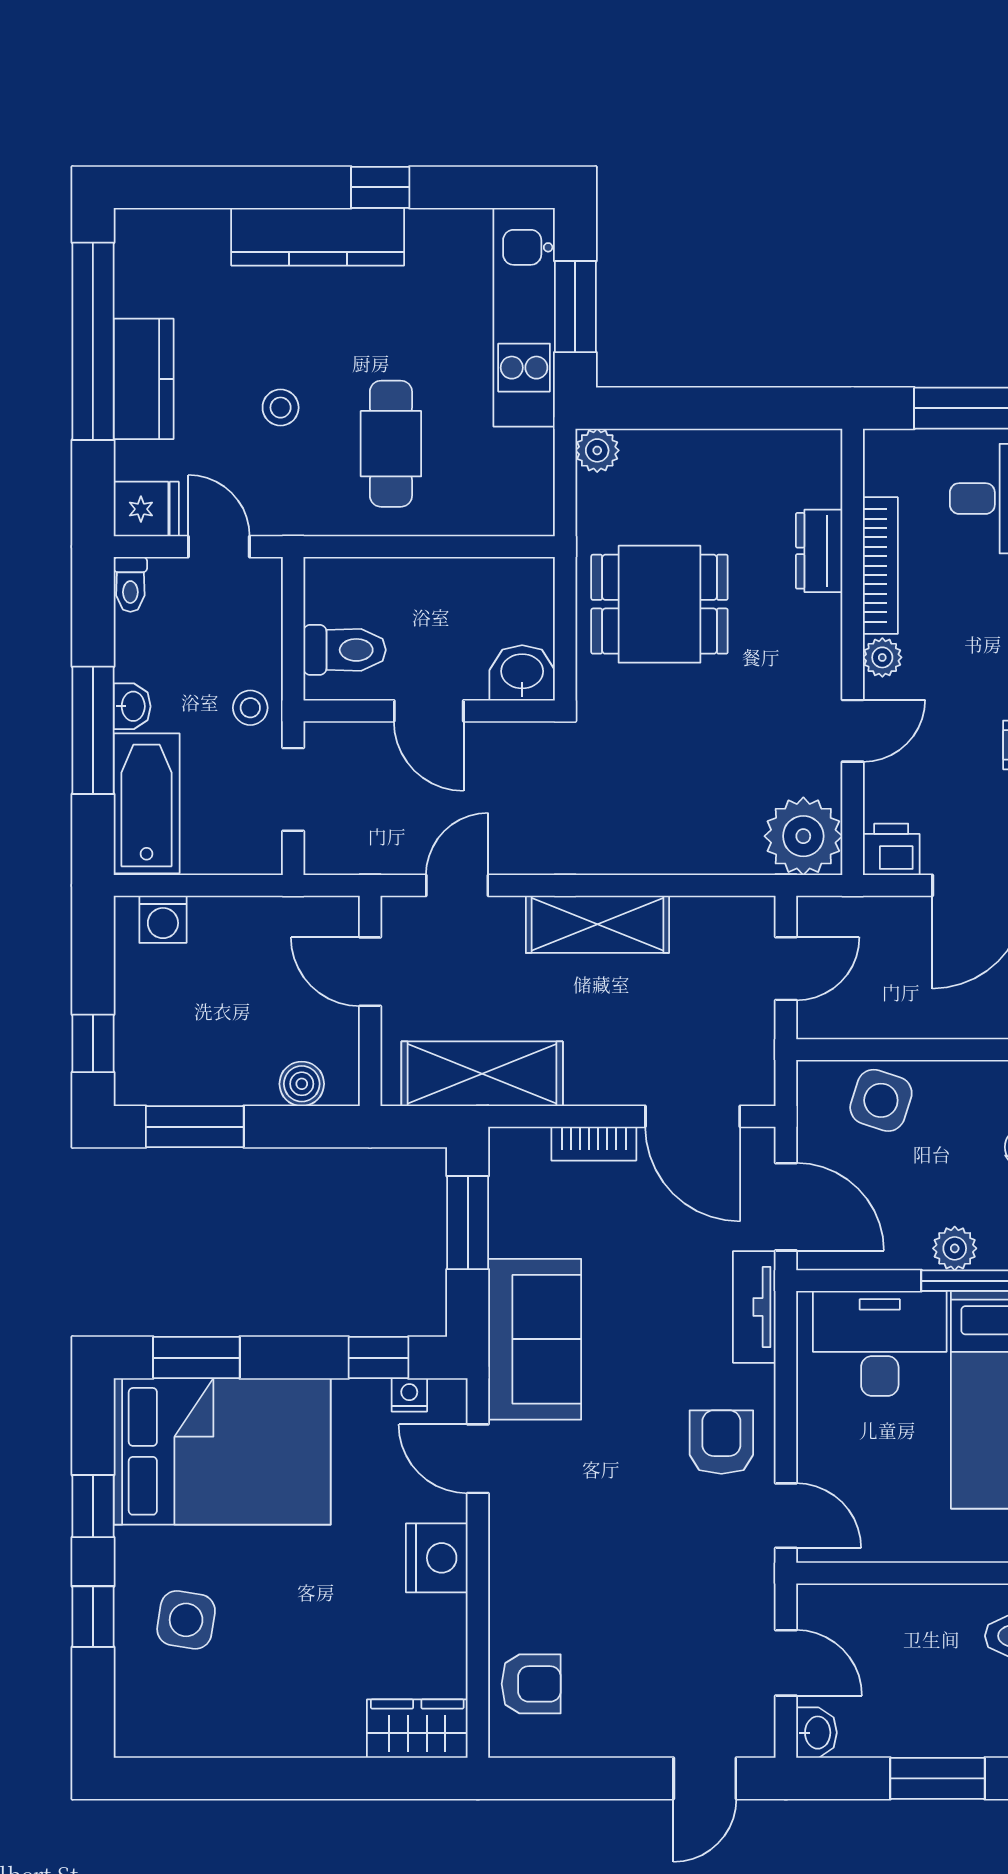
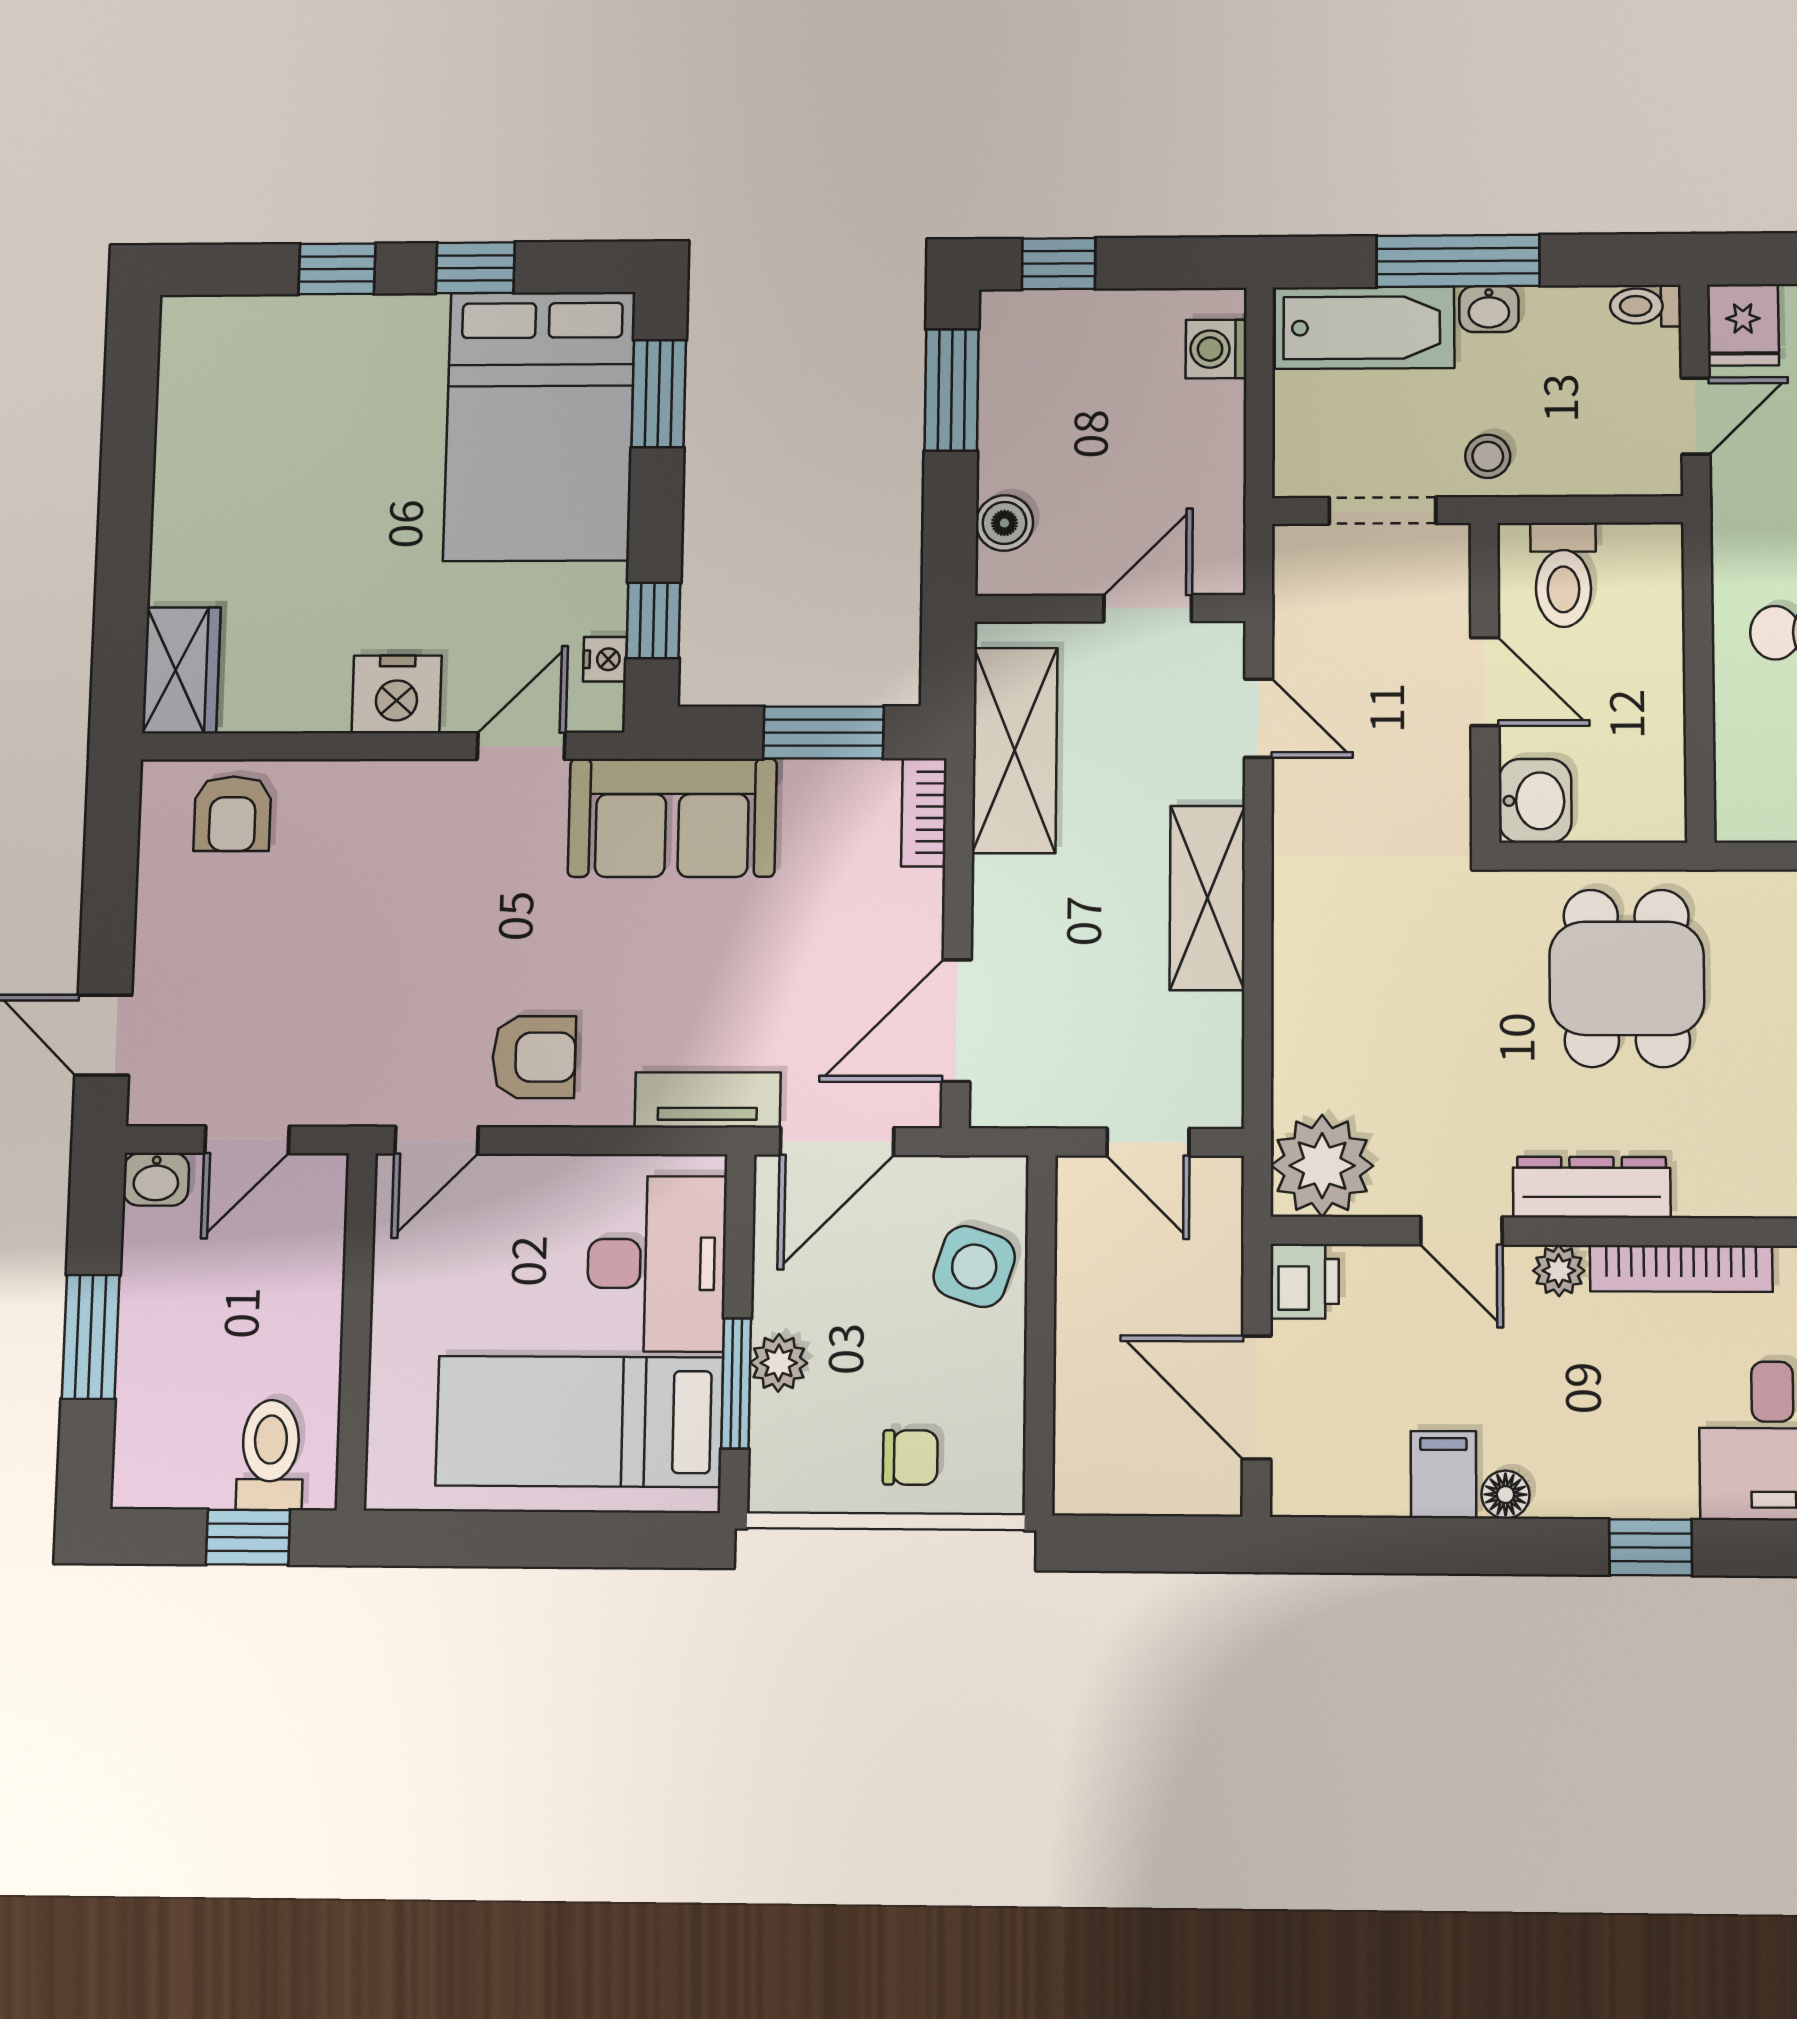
dresser: (819, 551) -> (1592, 1187), moved, width x1.44
door: (429, 711) -> (1485, 682), swing flipped
bookcase: (594, 1144) -> (924, 812), moved
side table: (186, 1620) -> (329, 383), removed

